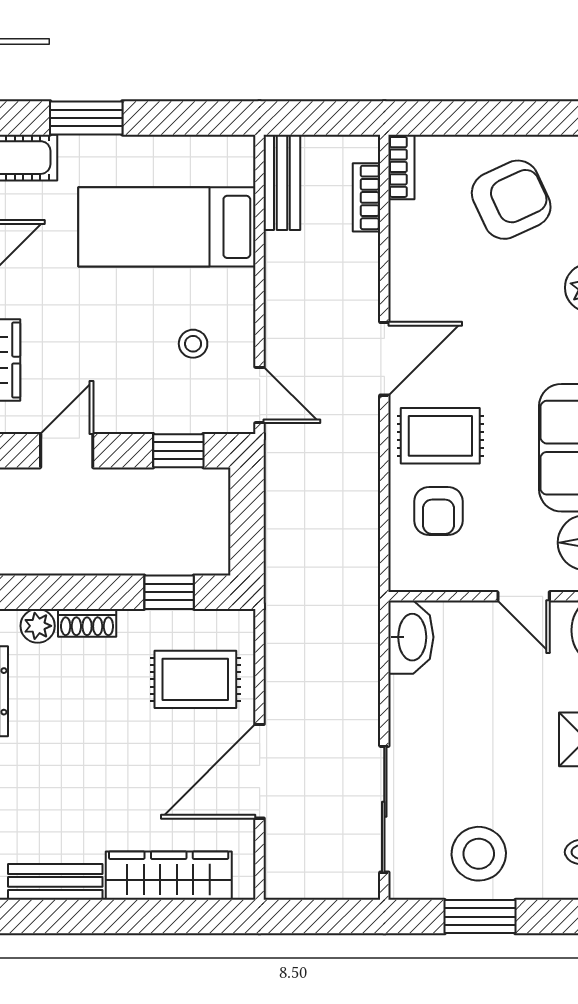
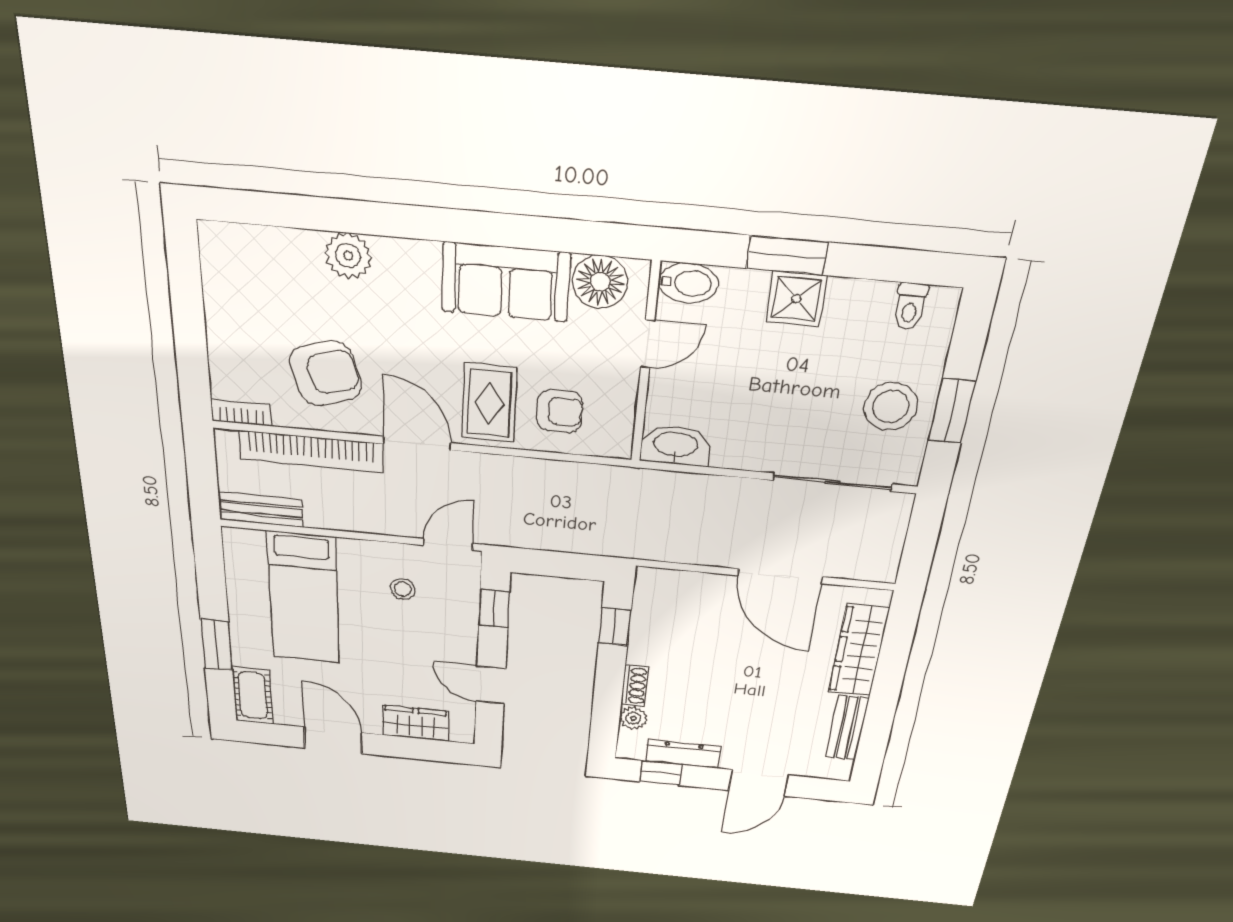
bookcase: (366, 197) -> (311, 451), width x2.31, depth x1.31
armchair: (511, 200) -> (325, 373), moved, turned 98
rug: (195, 679) -> (692, 615), removed

